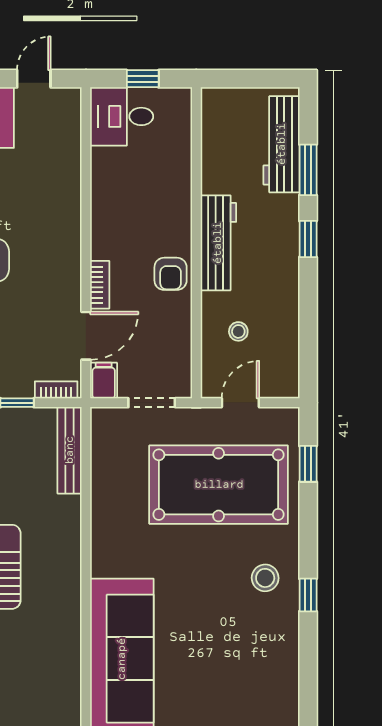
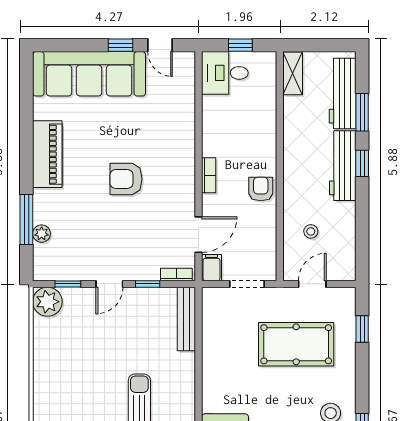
door: (34, 79) -> (160, 45), swing flipped
shelving: (214, 117) -> (293, 73), added
workbench: (218, 243) -> (343, 166), moved, turned 180
armchair: (171, 274) -> (261, 189), turned 180
bookcase: (100, 285) -> (209, 175), moved
pool table: (219, 485) -> (296, 344), width x0.73, depth x0.76

